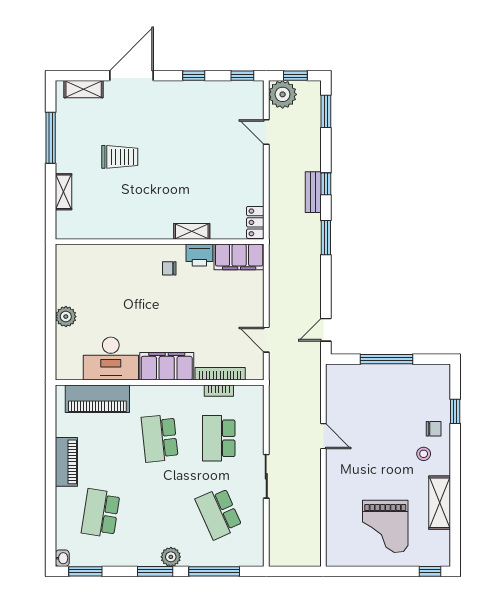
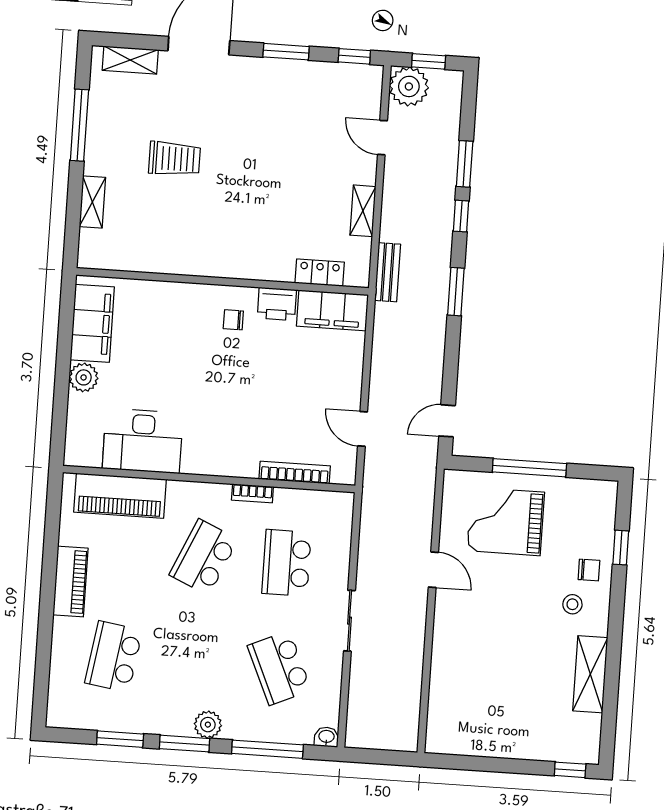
window: (194, 76) -> (286, 52), width x1.50
window: (326, 111) -> (465, 164), moved
bench: (313, 192) -> (388, 272), moved
locker: (255, 222) -> (320, 273), moved, turned 90
shelving: (192, 231) -> (363, 211), moved, turned 90
filing cabinet: (167, 366) -> (92, 323), moved, turned 90
bookcase: (219, 391) -> (252, 493), moved
school desk: (160, 438) -> (204, 557), turned 30
grand piano: (385, 526) -> (506, 521), moved, turned 90
washbasin: (62, 558) -> (326, 737), moved, turned -90
window: (85, 571) -> (120, 739), moved

